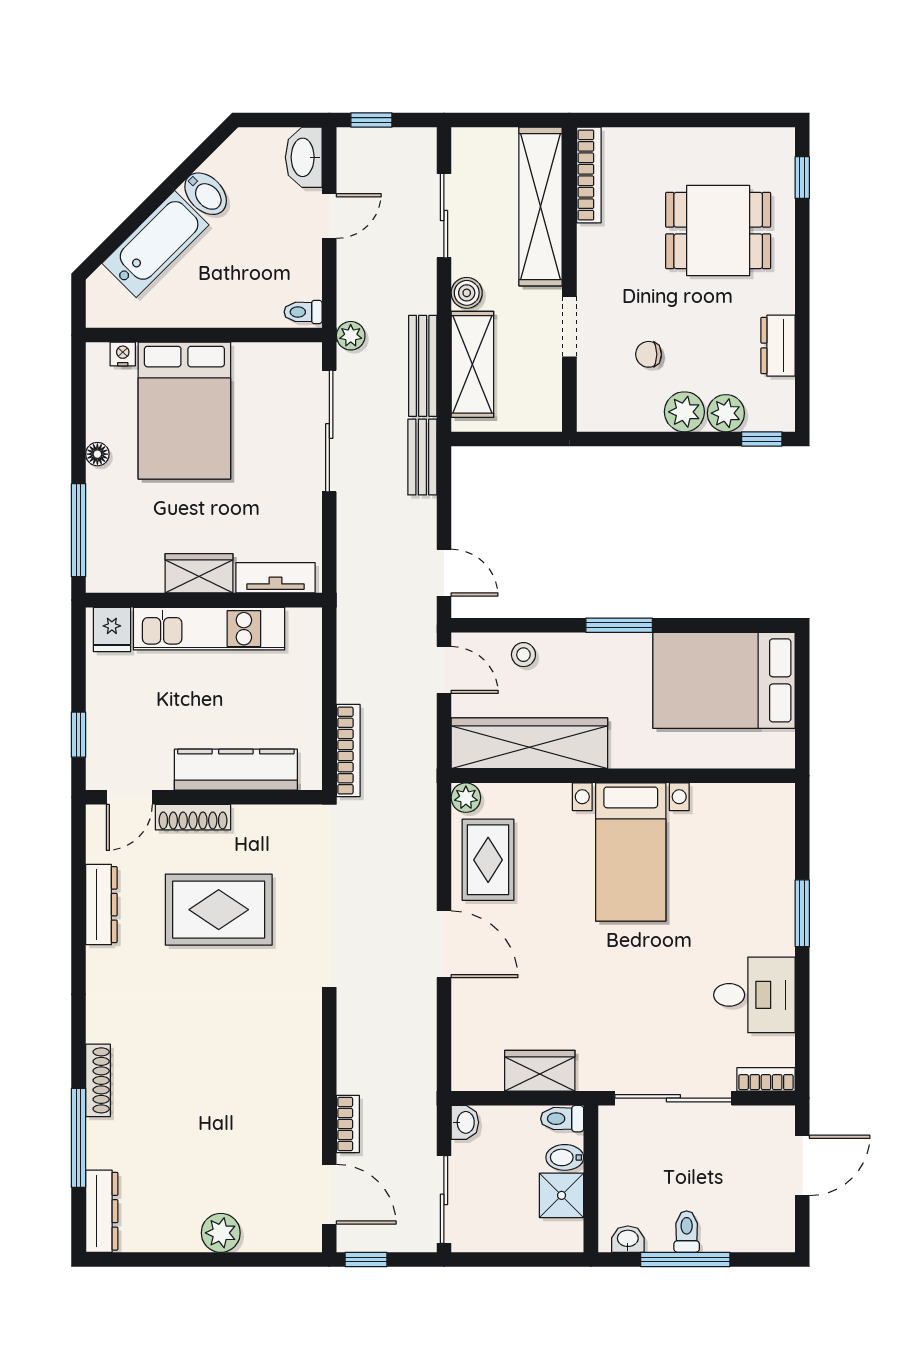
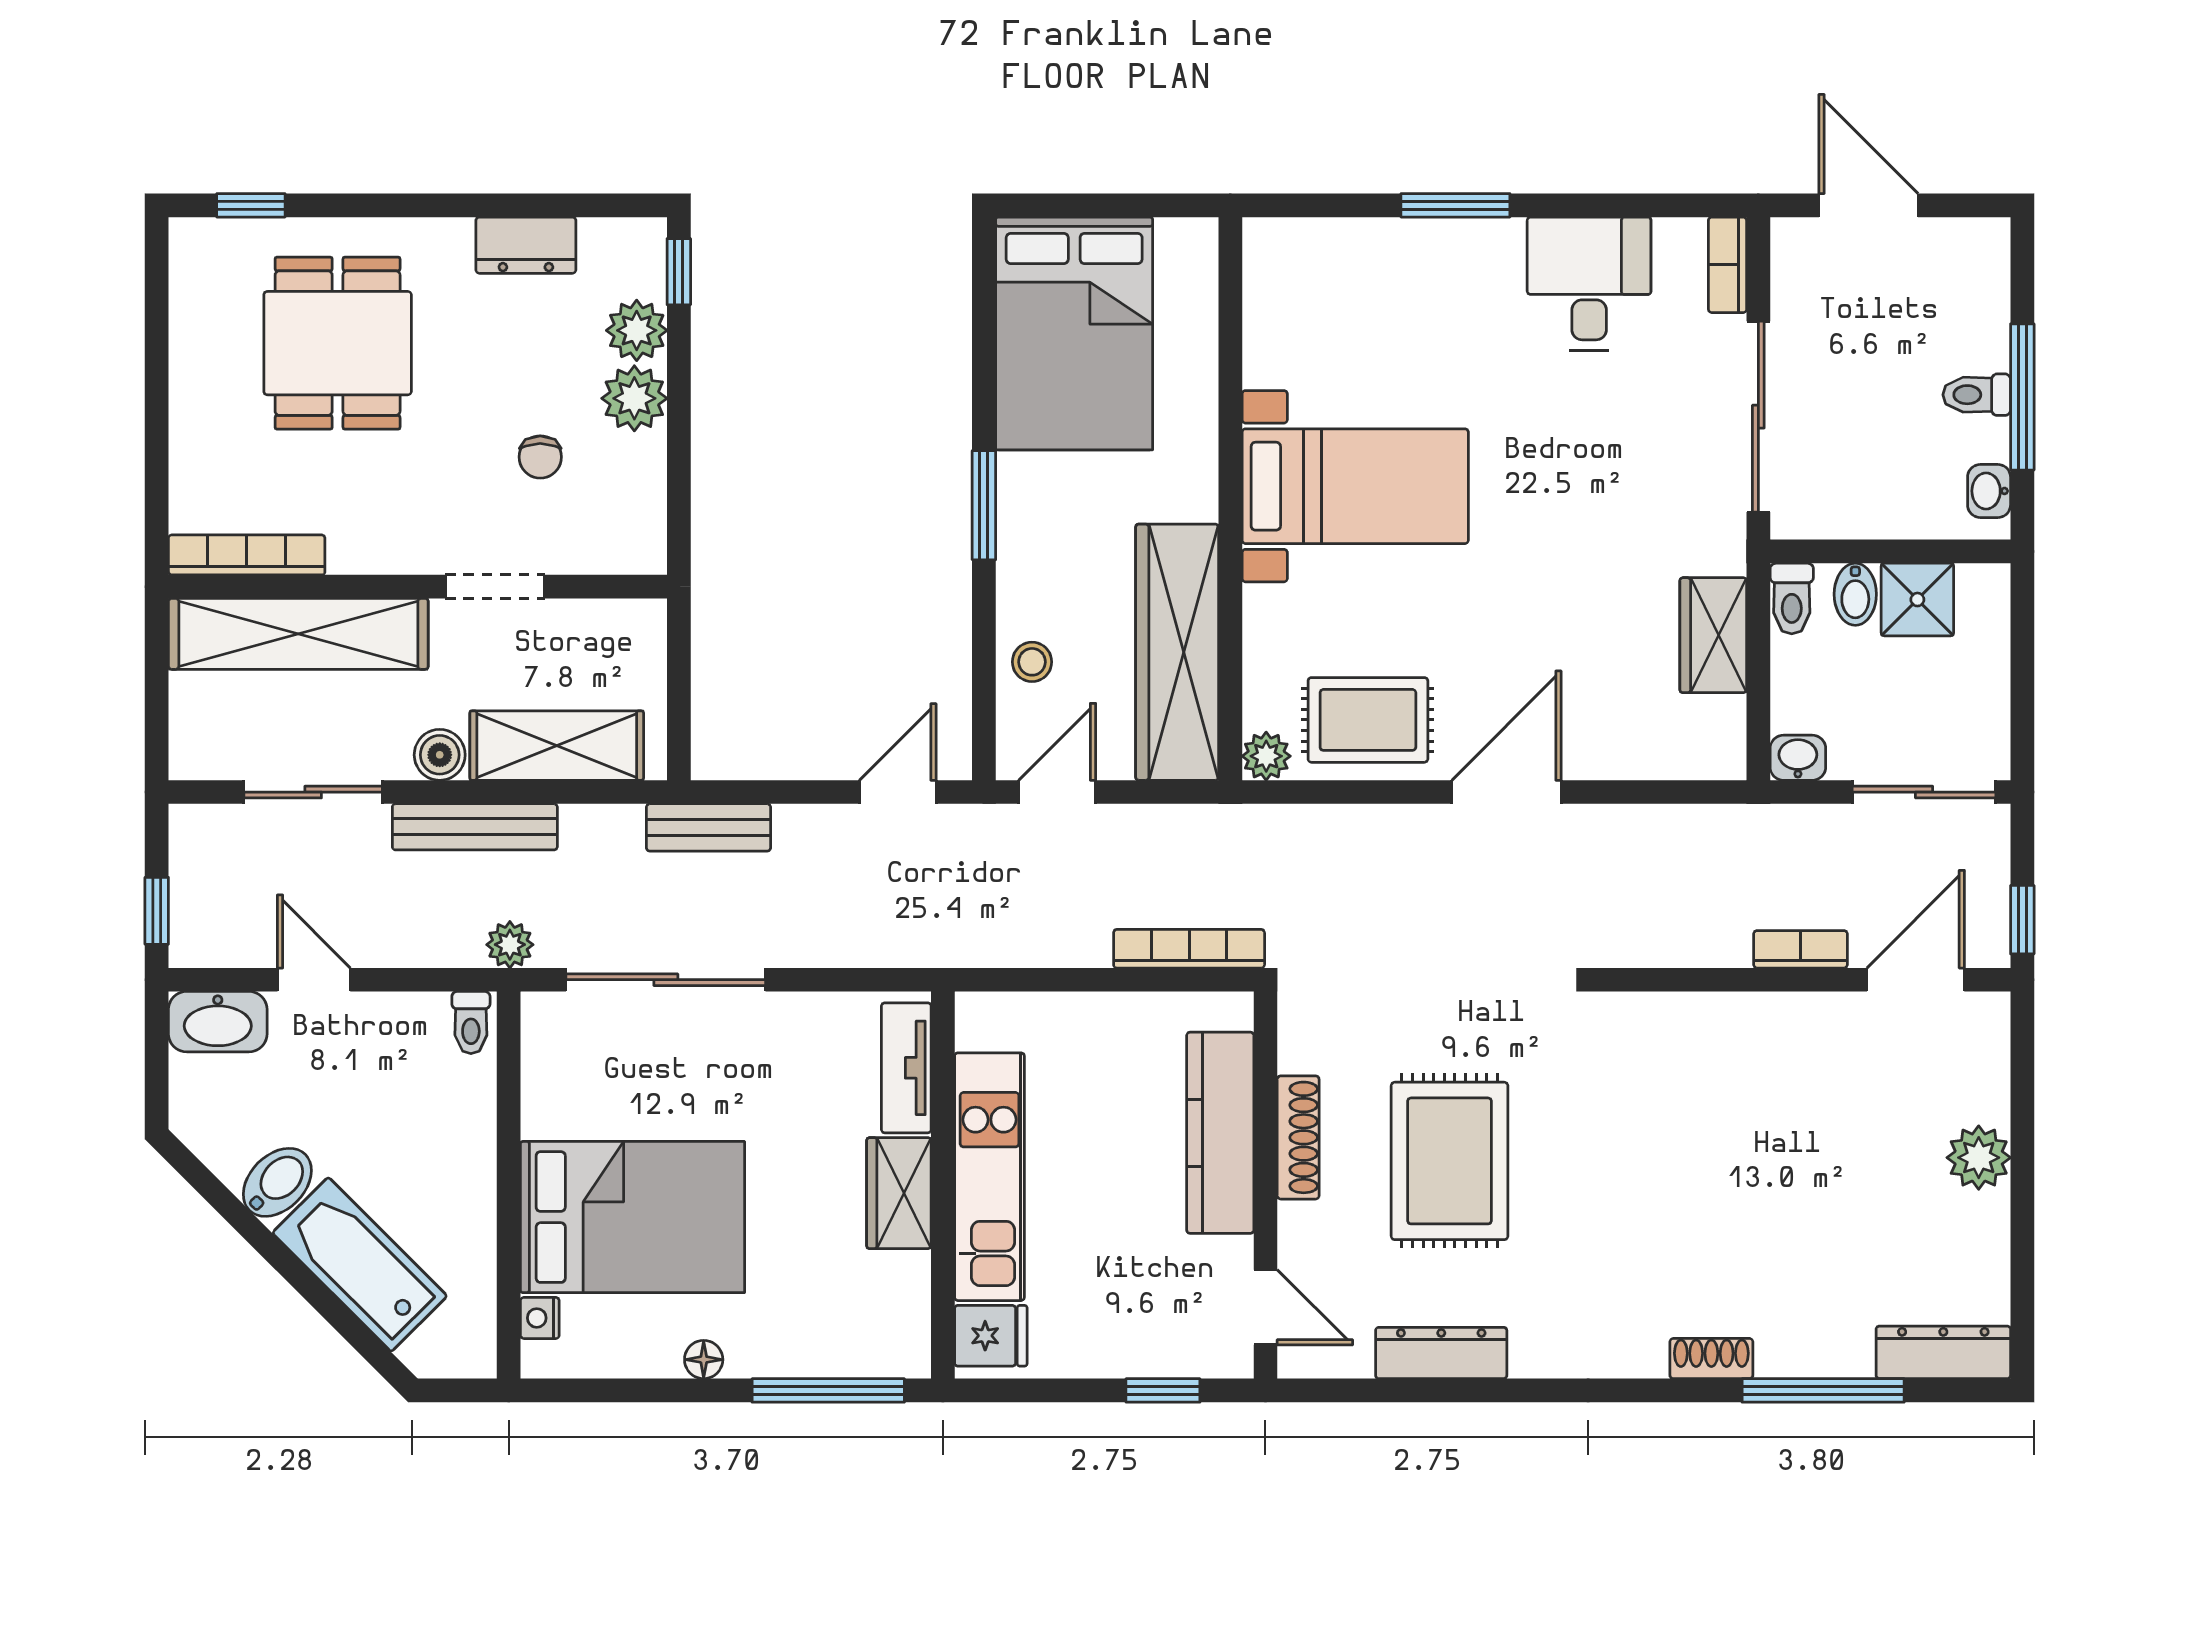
bench: (423, 366) -> (475, 827), moved
shoe rack: (193, 817) -> (1298, 1137), moved
shoe rack: (98, 1080) -> (1711, 1359), width x0.70

